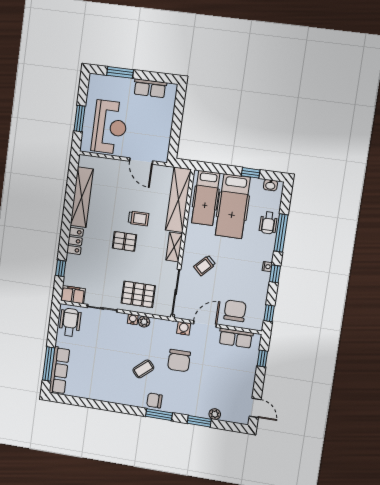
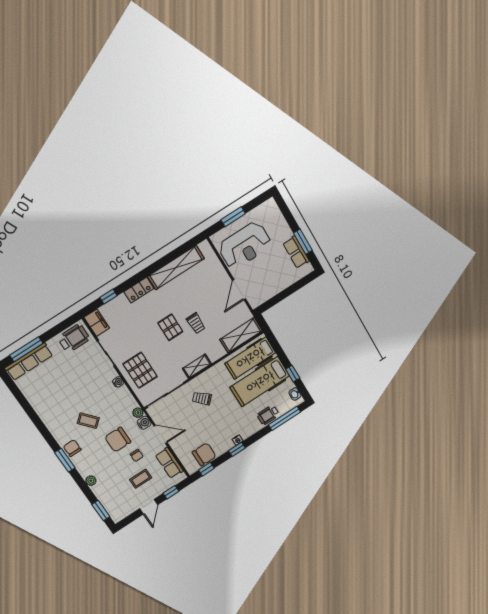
window: (120, 72) -> (303, 242), moved
shelving: (178, 200) -> (241, 335), width x0.68
window: (281, 233) -> (285, 418), moved
chair: (235, 311) -> (204, 454), moved
plant: (144, 322) -> (138, 413), moved
chair: (206, 358) -> (137, 455), added
coffee table: (228, 372) -> (141, 479), added
door: (255, 408) -> (149, 507), moved
plant: (215, 414) -> (91, 481), moved
window: (199, 421) -> (101, 511), moved

